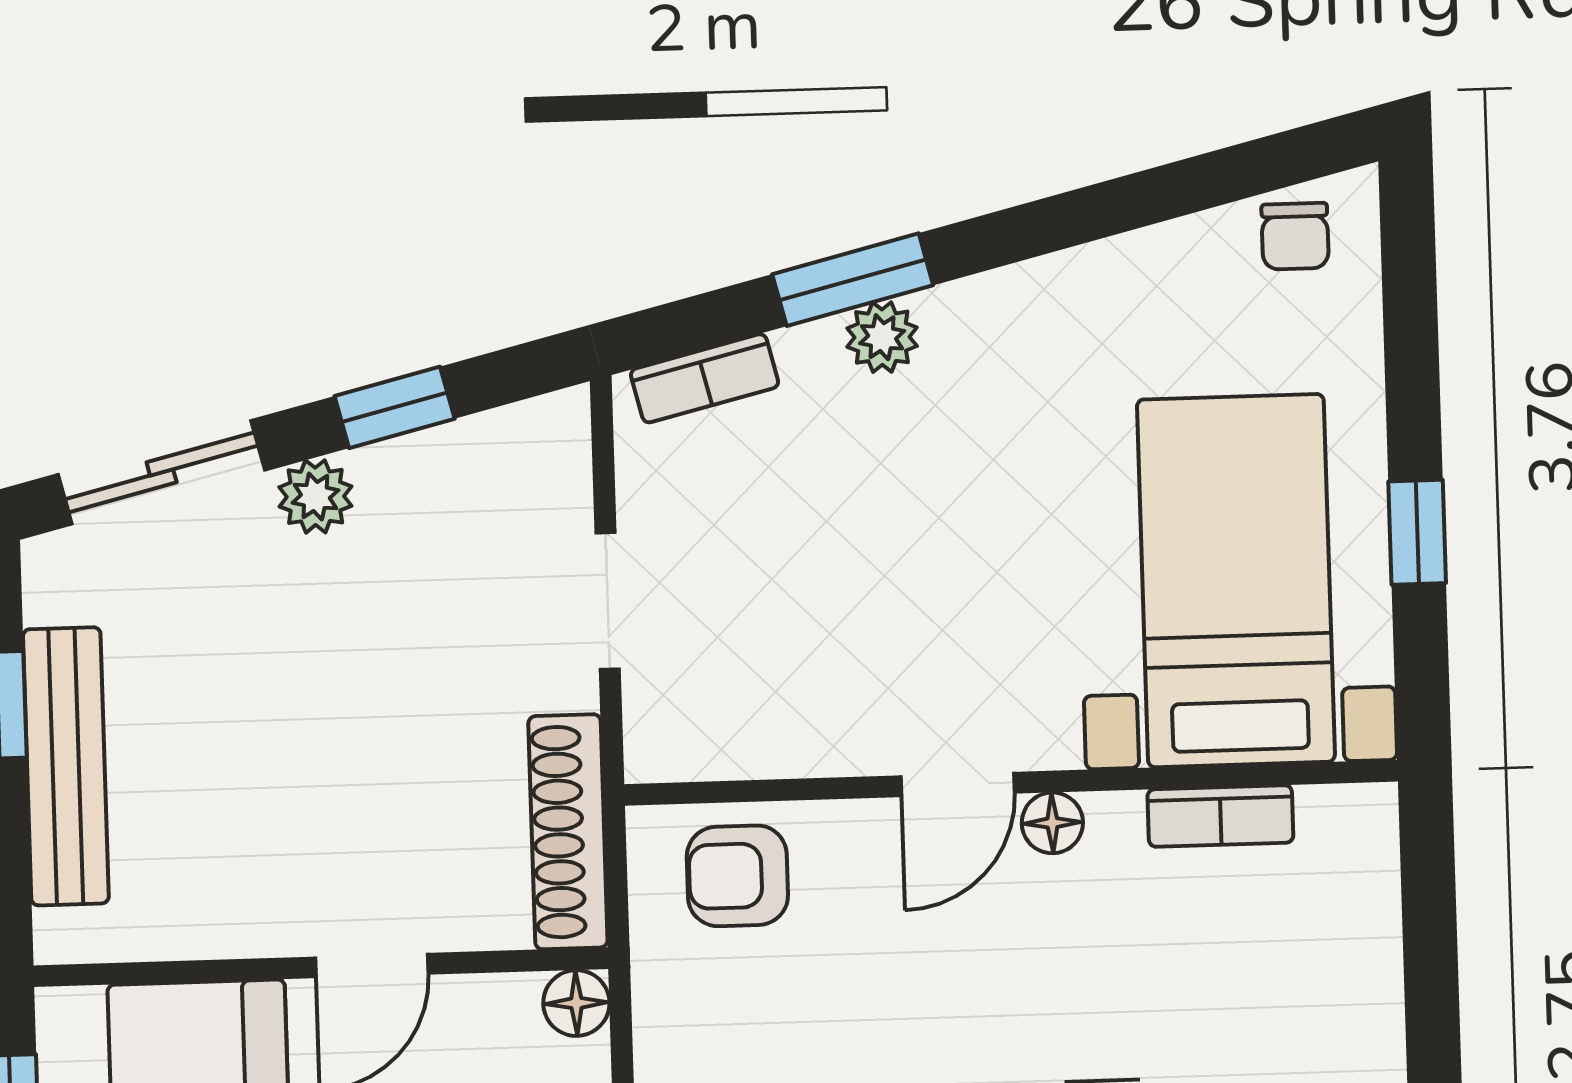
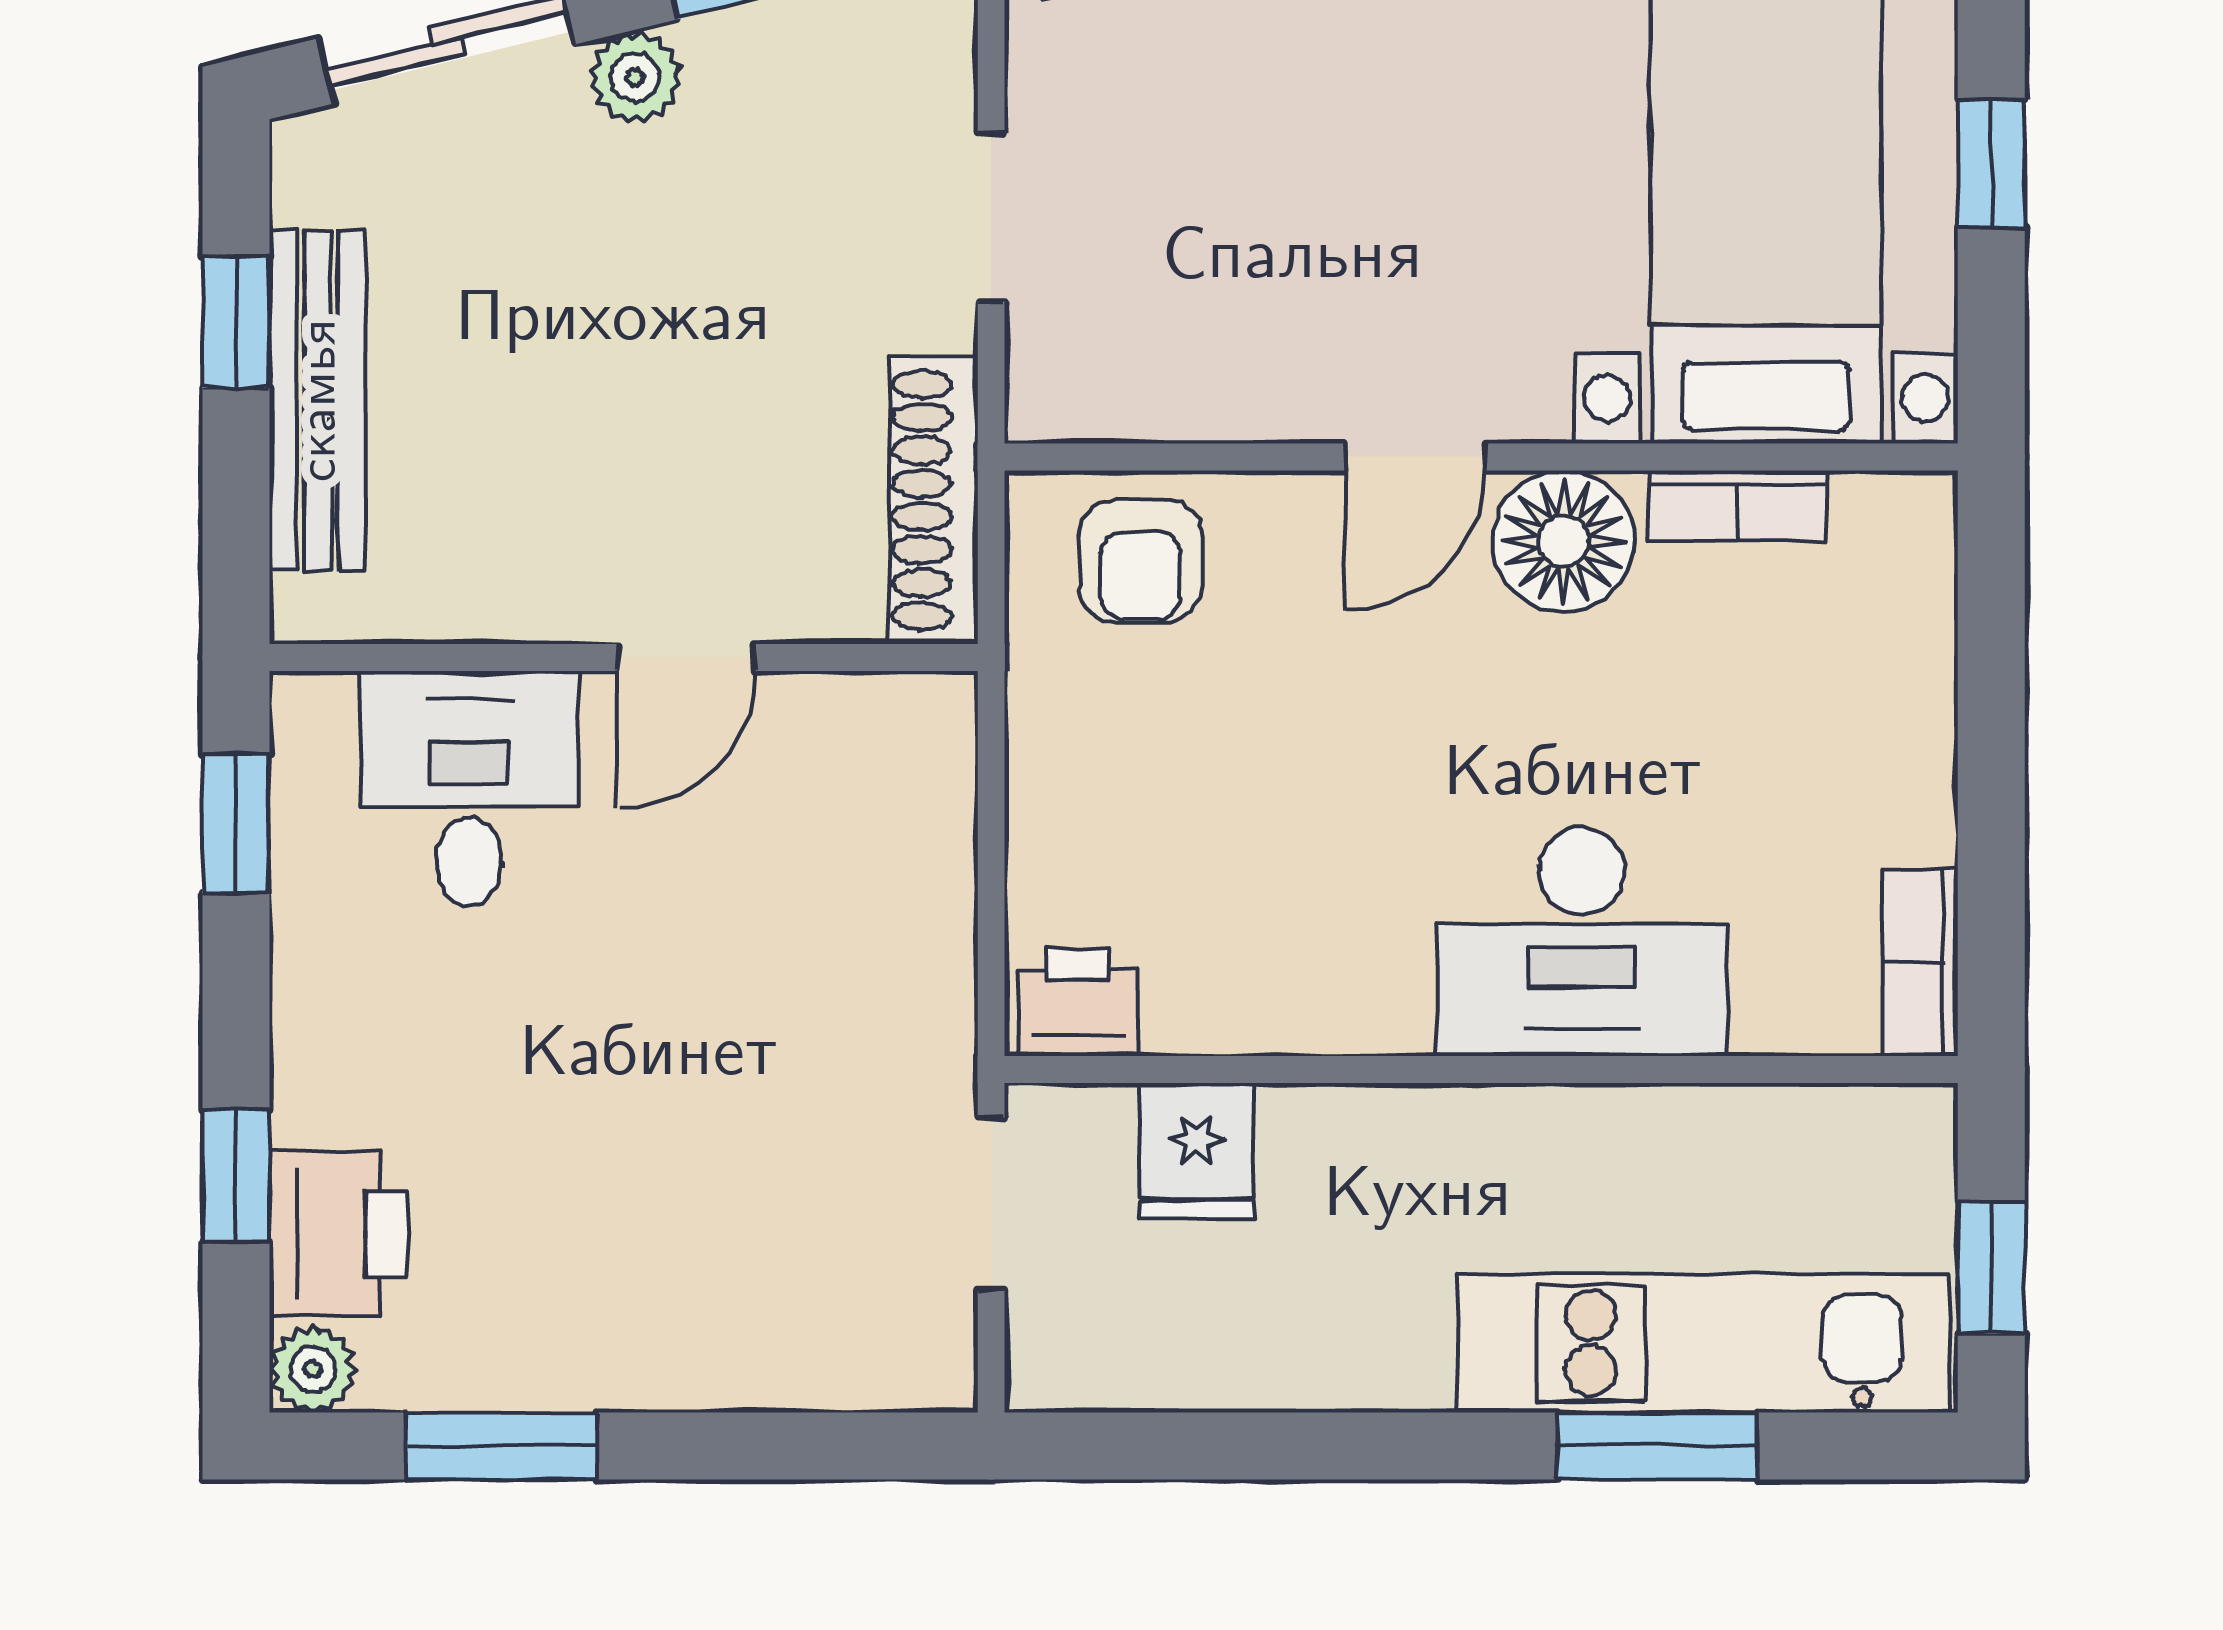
floor lamp: (1052, 823) -> (1564, 541), width x1.89, depth x1.89
armchair: (737, 876) -> (1140, 561), turned -90
floor lamp: (576, 1003) -> (937, 711), removed

